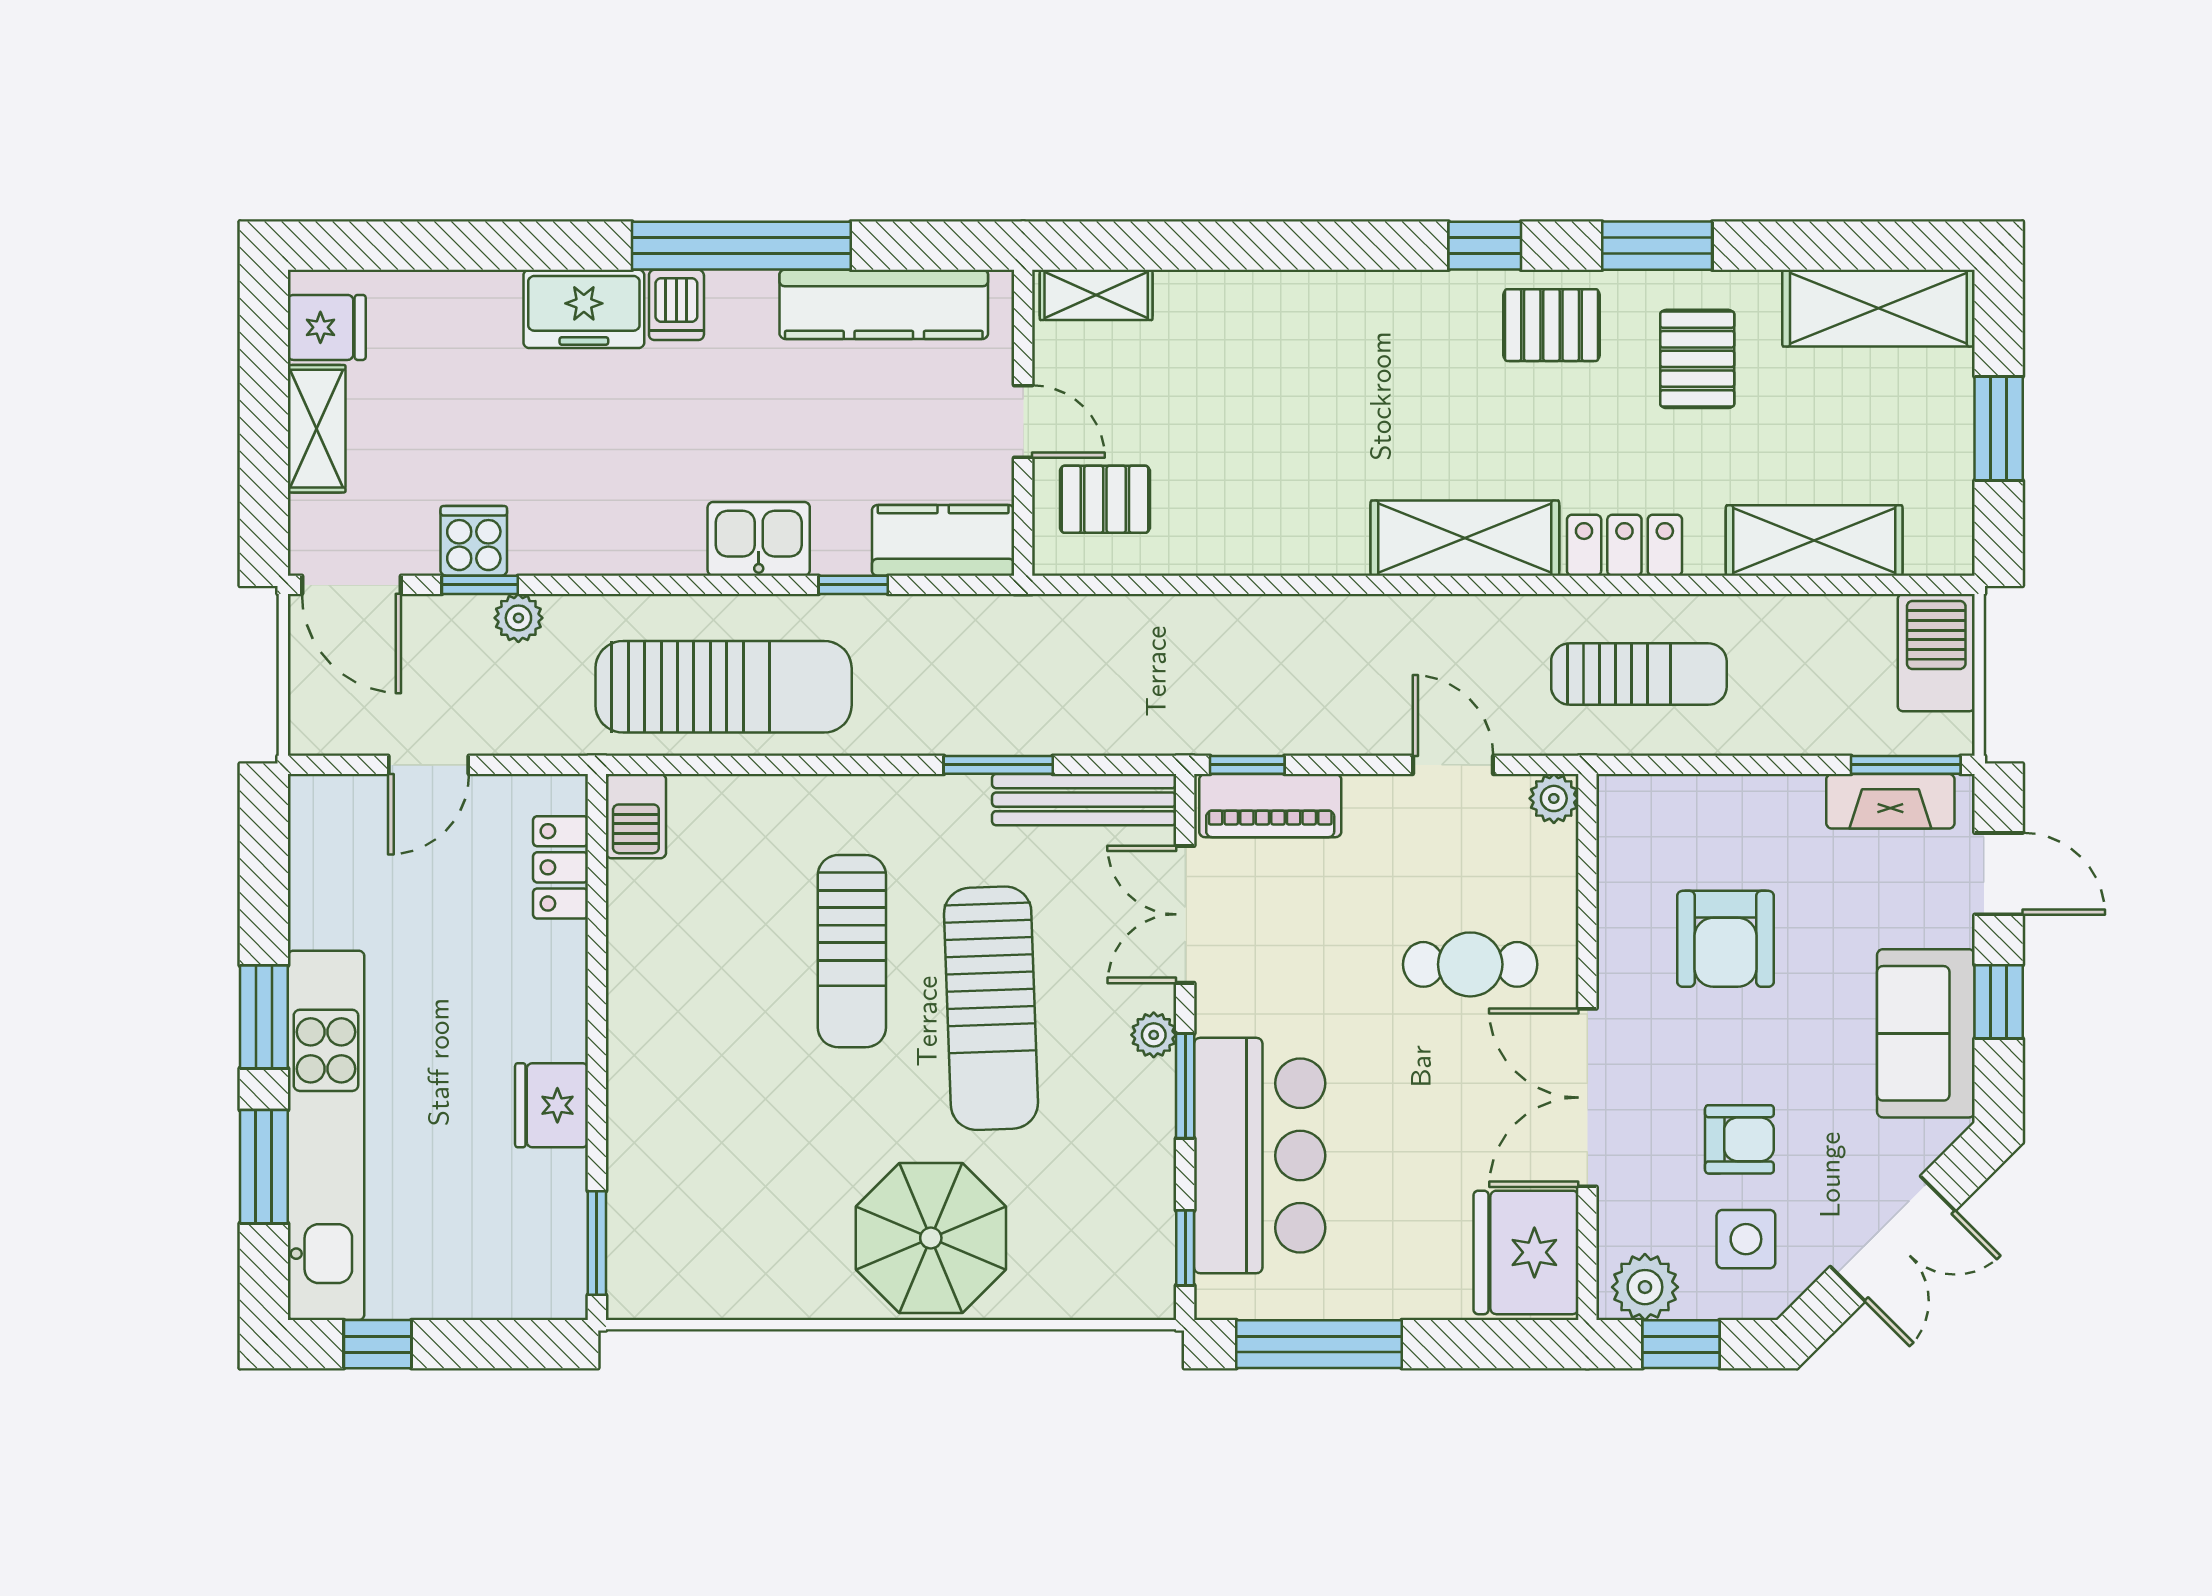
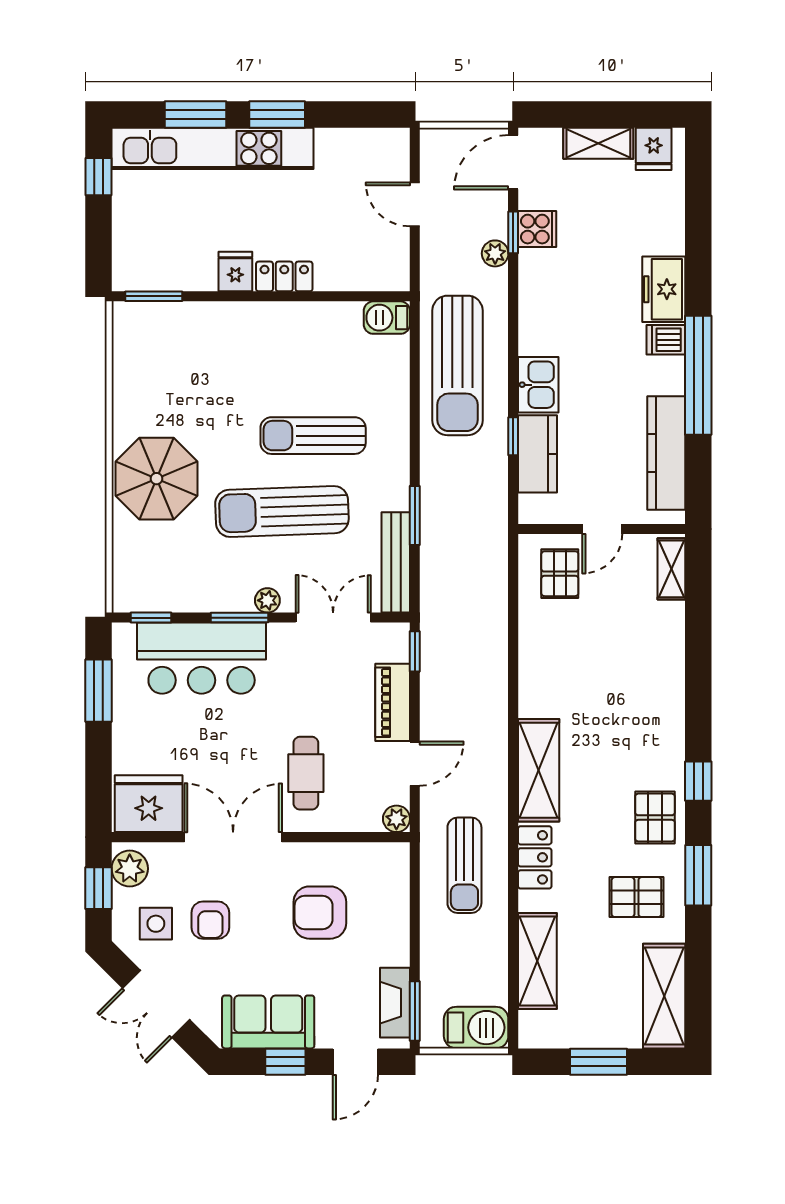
kitchen counter: (943, 540) -> (537, 454), moved
piano: (1270, 806) -> (393, 702), moved
locker: (561, 867) -> (284, 276), moved
fridge: (552, 1105) -> (235, 272), width x0.72
window: (1319, 1344) -> (99, 691), width x0.69

